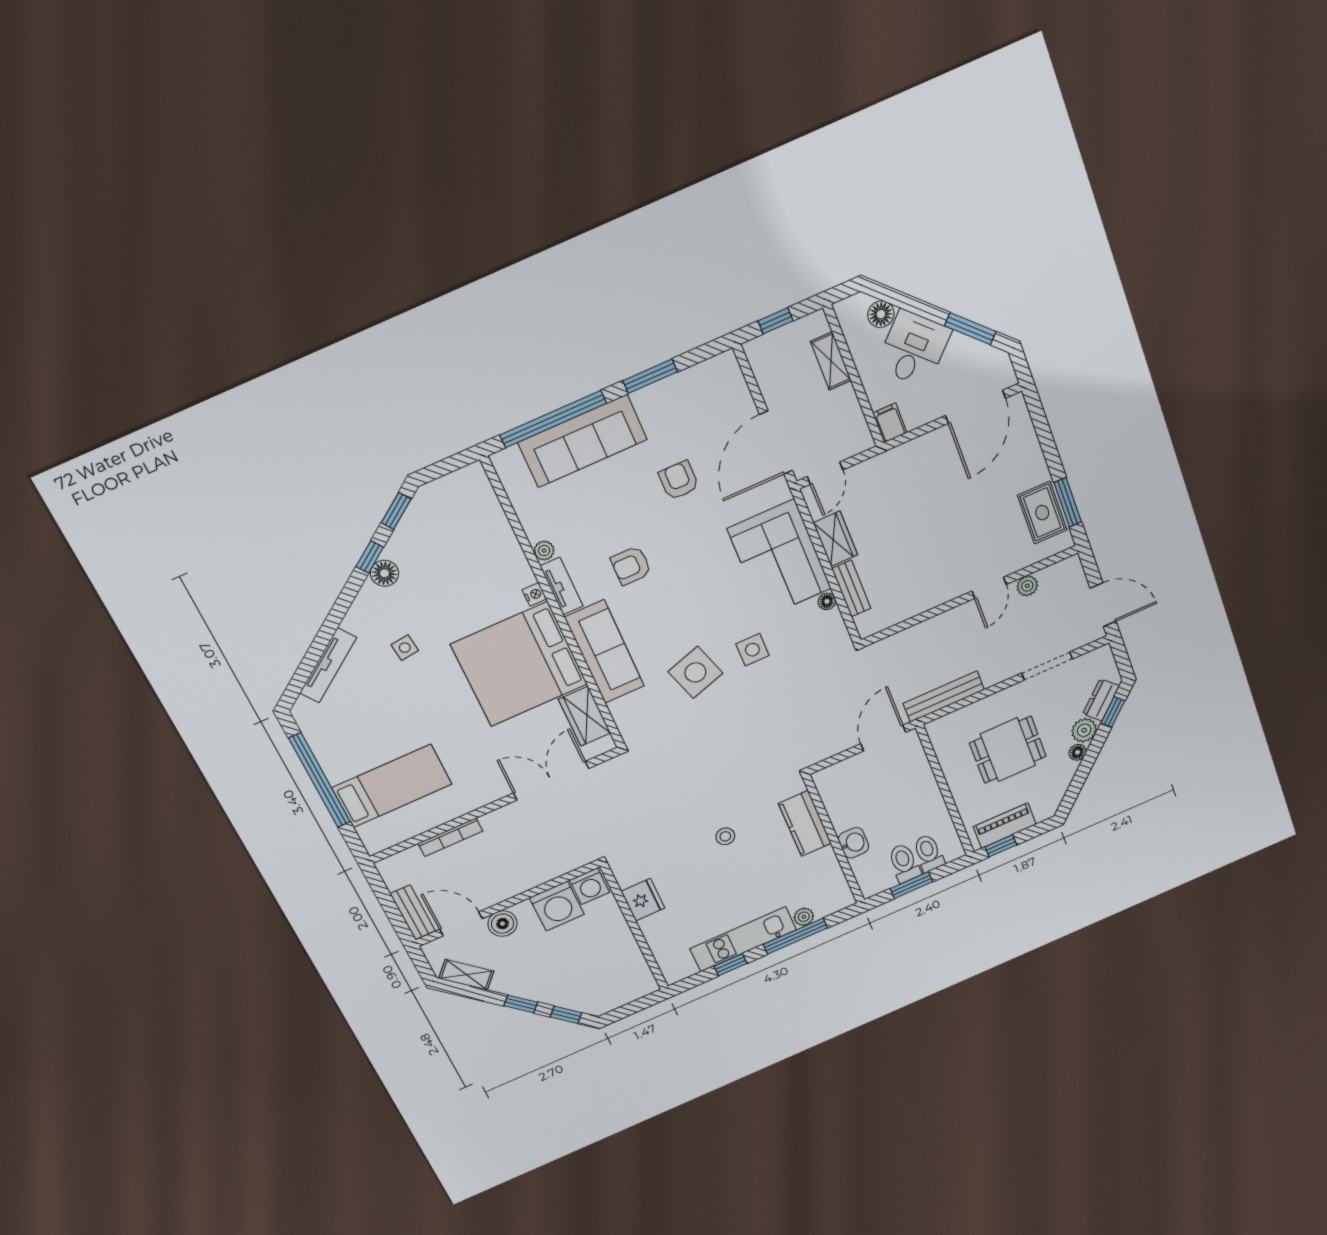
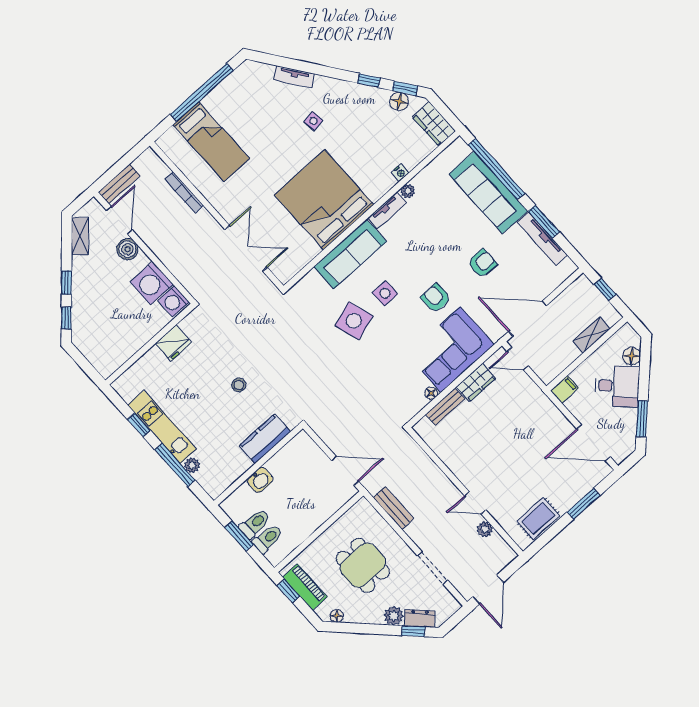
tv unit: (673, 386) -> (542, 239), added
window: (1068, 502) -> (584, 504), moved
armchair: (631, 566) -> (436, 298), moved
floor lamp: (385, 573) -> (399, 101), moved
nightstand: (534, 594) -> (400, 173), moved
side table: (752, 650) -> (385, 293), moved
tv unit: (328, 665) -> (294, 77), width x0.71
bench: (944, 697) -> (393, 508), width x0.73
wardrobe: (584, 716) -> (434, 124), moved, turned -90
floor lamp: (1078, 752) -> (337, 616), moved

